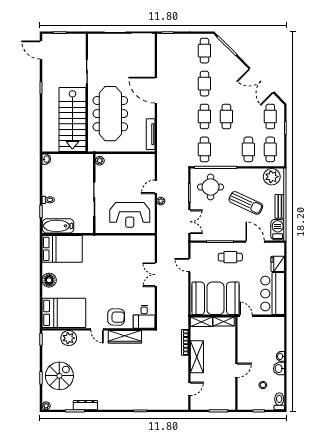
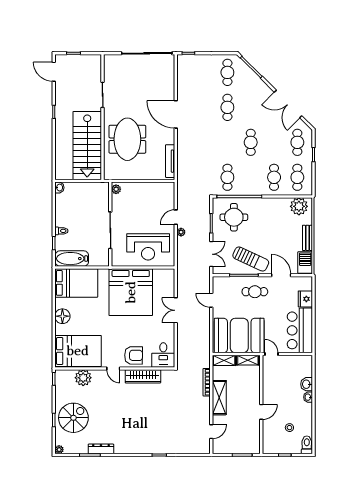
meeting table: (110, 114) -> (127, 139), width x0.73
cafe table: (204, 116) -> (227, 142), removed
sun lounger: (246, 203) -> (251, 259), moved
bed: (113, 257) -> (131, 292), added
washbasin: (279, 369) -> (307, 384), moved

